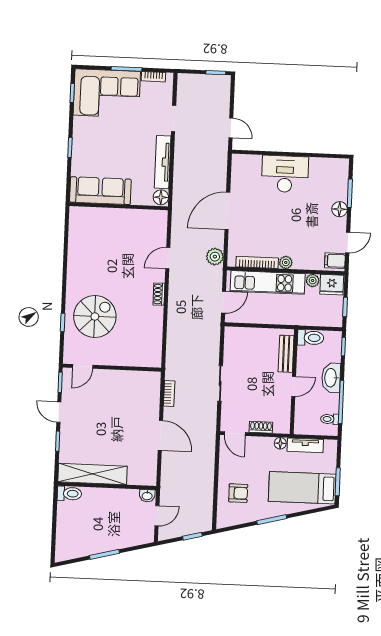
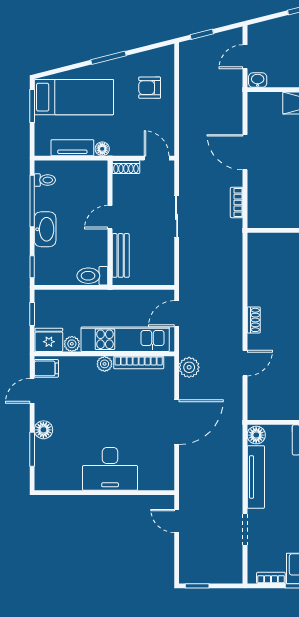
toilet: (311, 338) -> (92, 276), moved
bench: (286, 354) -> (121, 255), moved
wall: (294, 382) -> (110, 223), moved
door: (294, 386) -> (110, 217), moved

